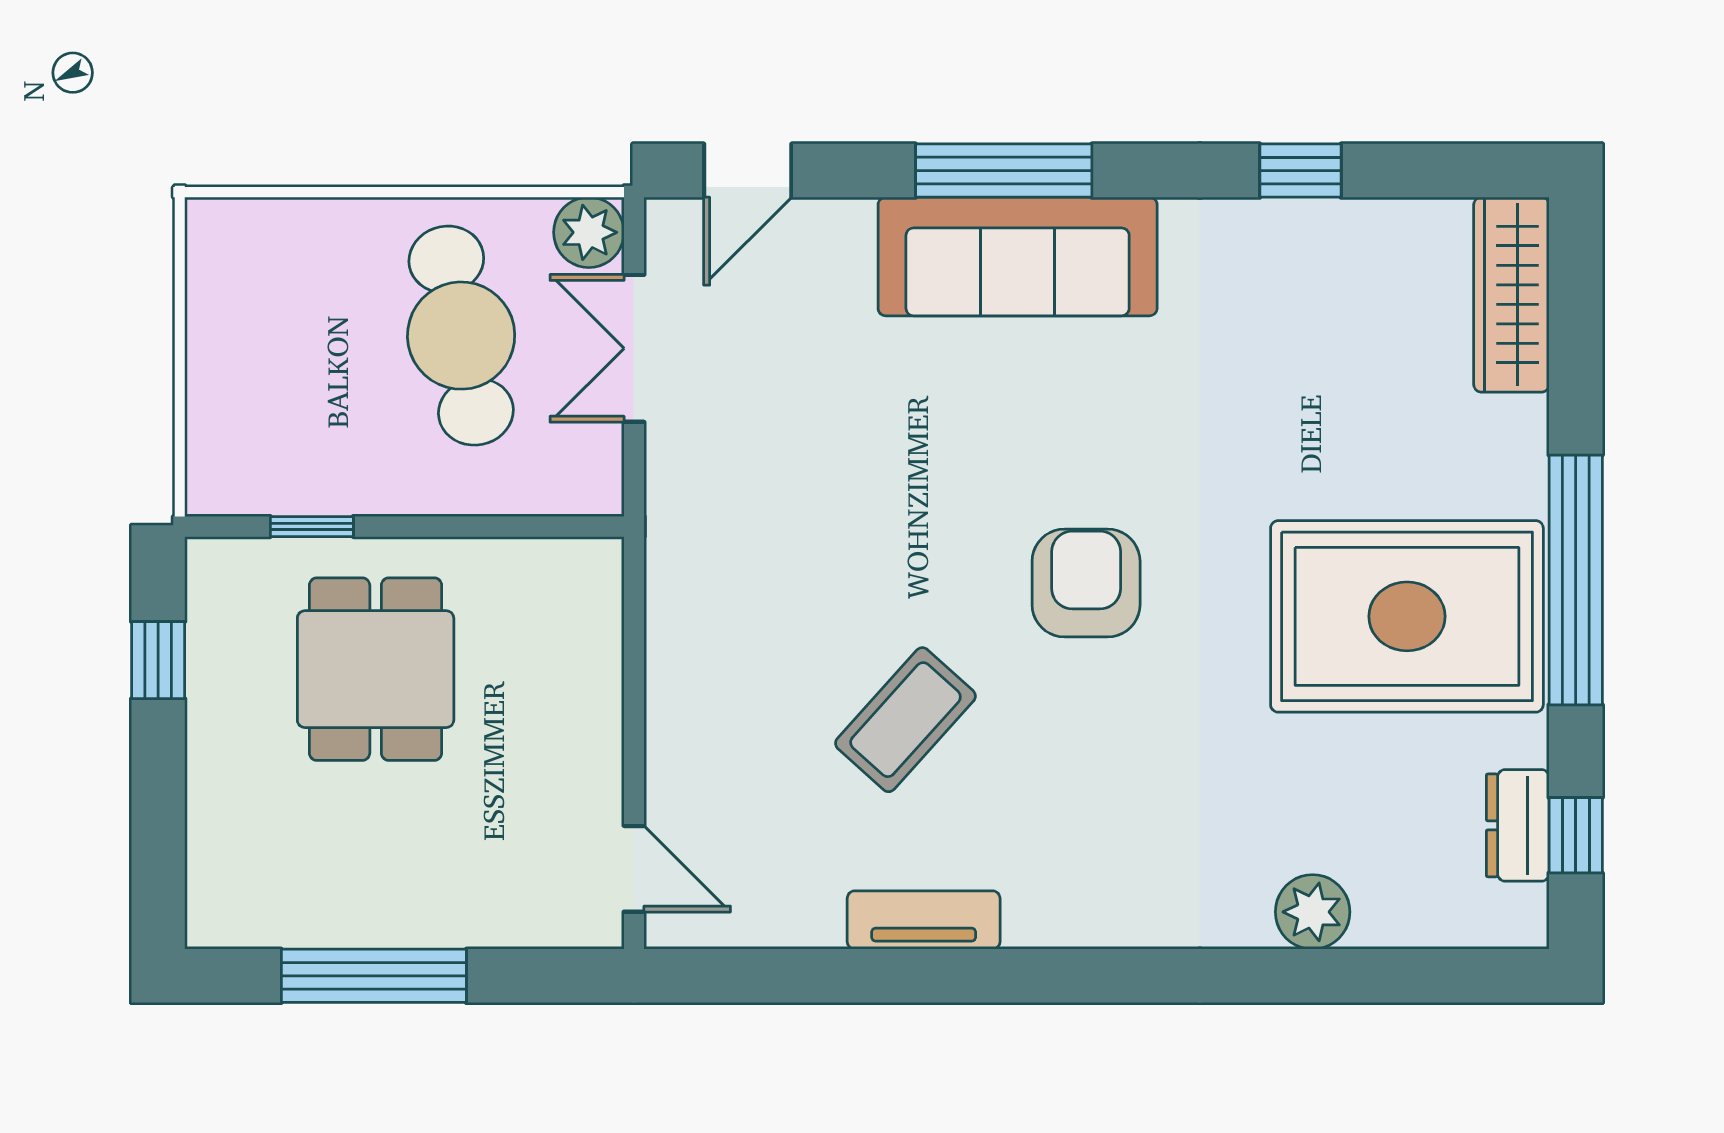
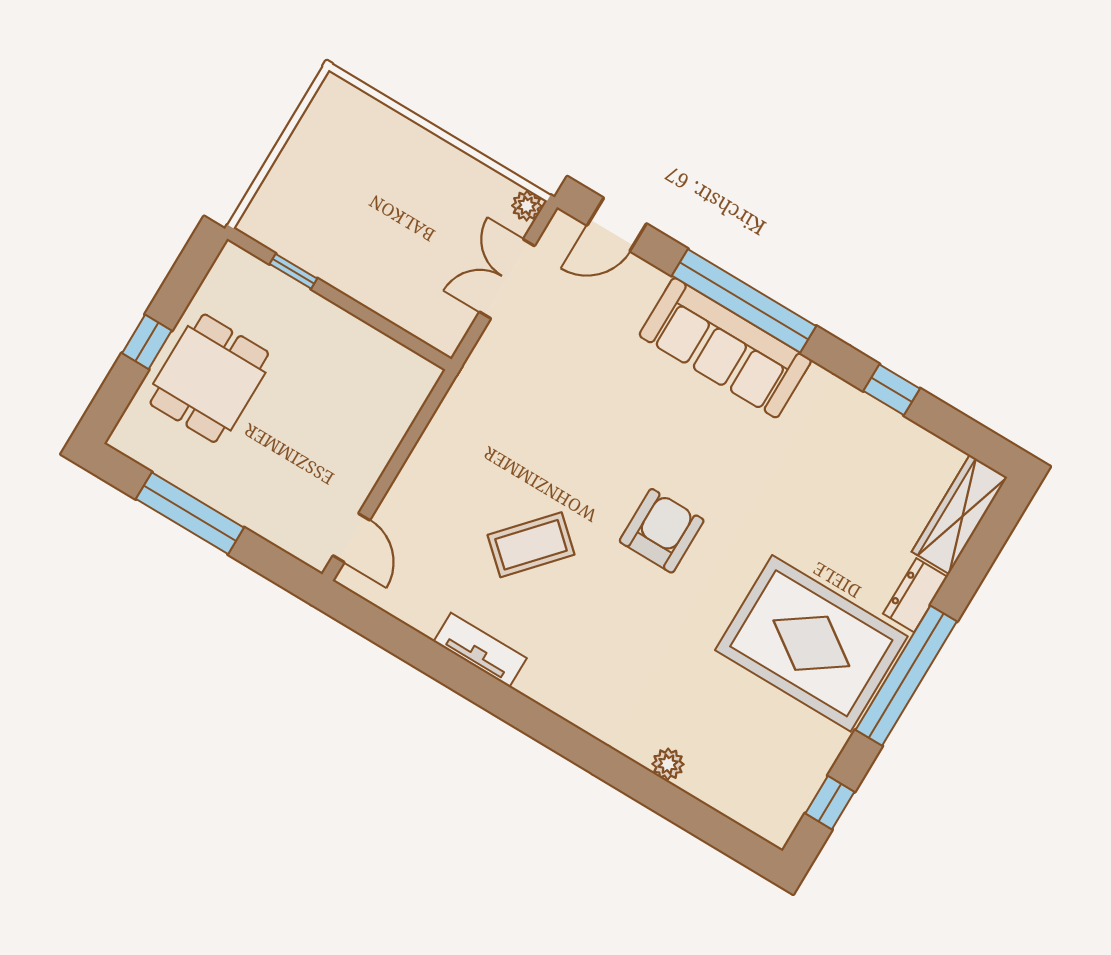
window: (1004, 171) -> (744, 301), width x1.46
plant: (589, 232) -> (527, 206), width x0.73, depth x0.73
cafe table: (461, 336) -> (425, 221), removed
window: (158, 660) -> (147, 342), moved
dining table: (376, 669) -> (209, 378), moved
dresser: (1518, 825) -> (915, 595), moved
plant: (1313, 912) -> (668, 764), width x0.73, depth x0.73

